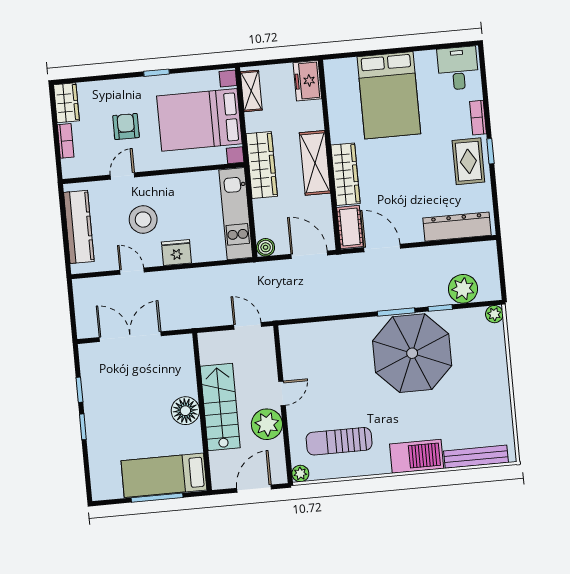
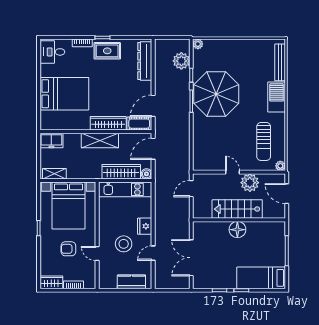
wardrobe: (262, 165) -> (121, 172), moved
kitchen counter: (79, 227) -> (131, 282), width x0.67
bed: (164, 475) -> (261, 278), moved, turned 90

